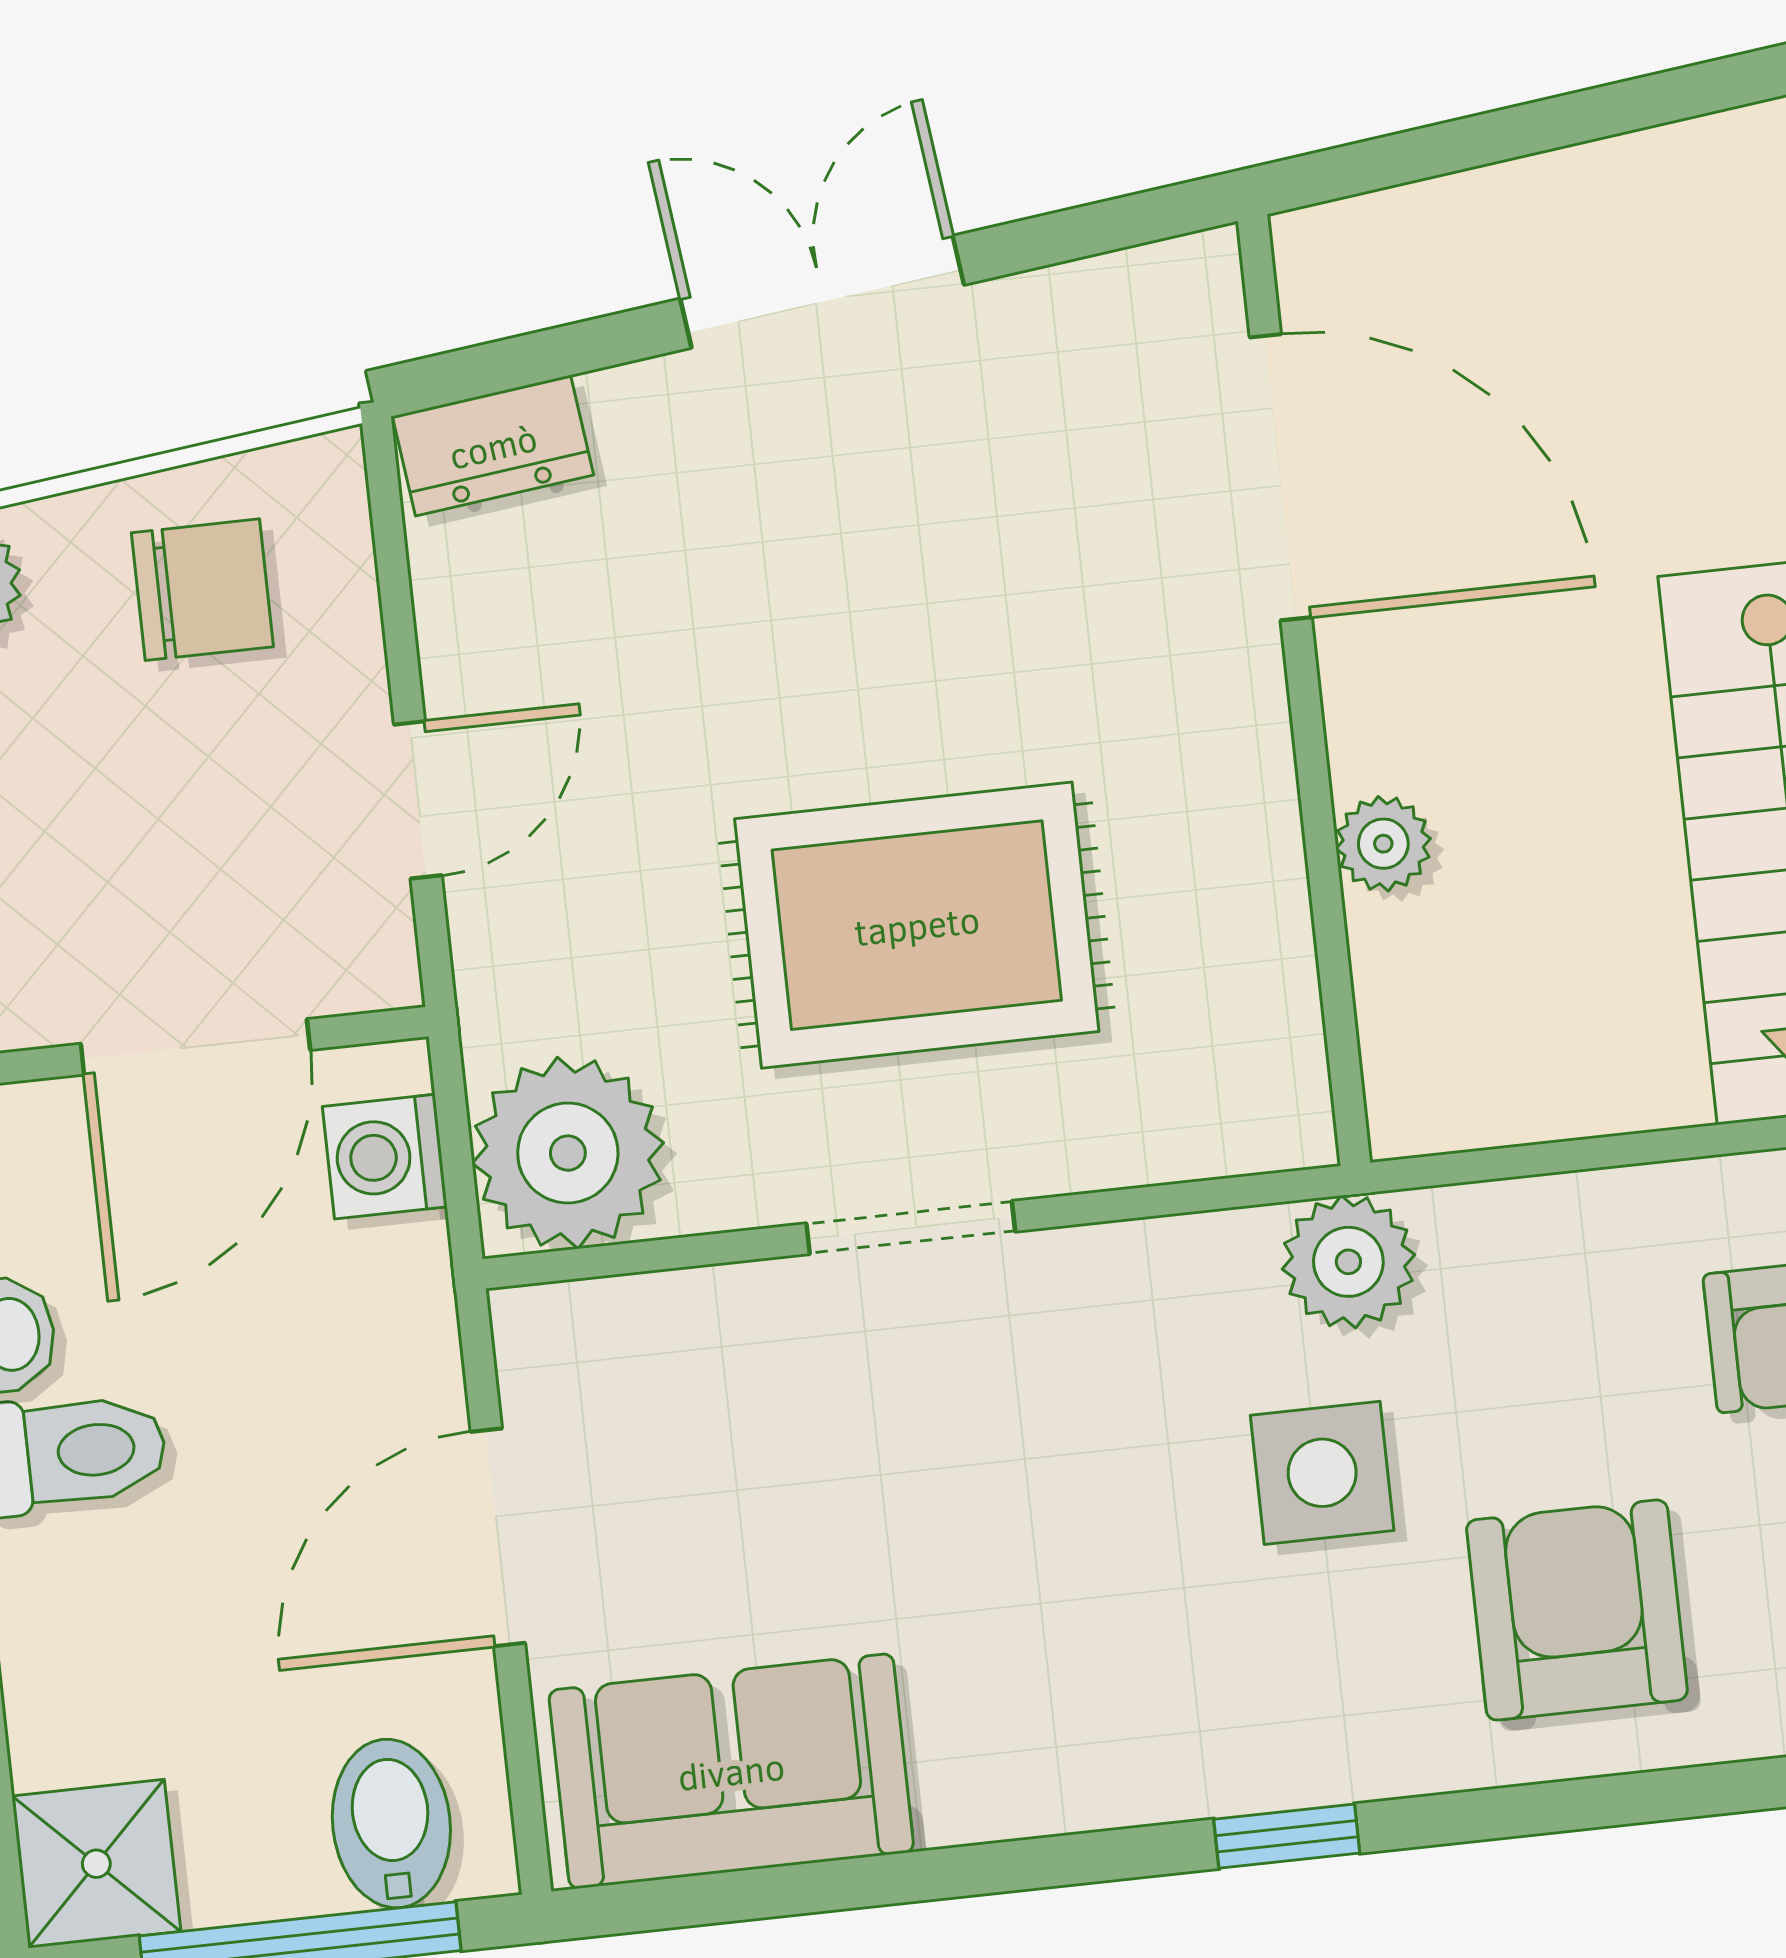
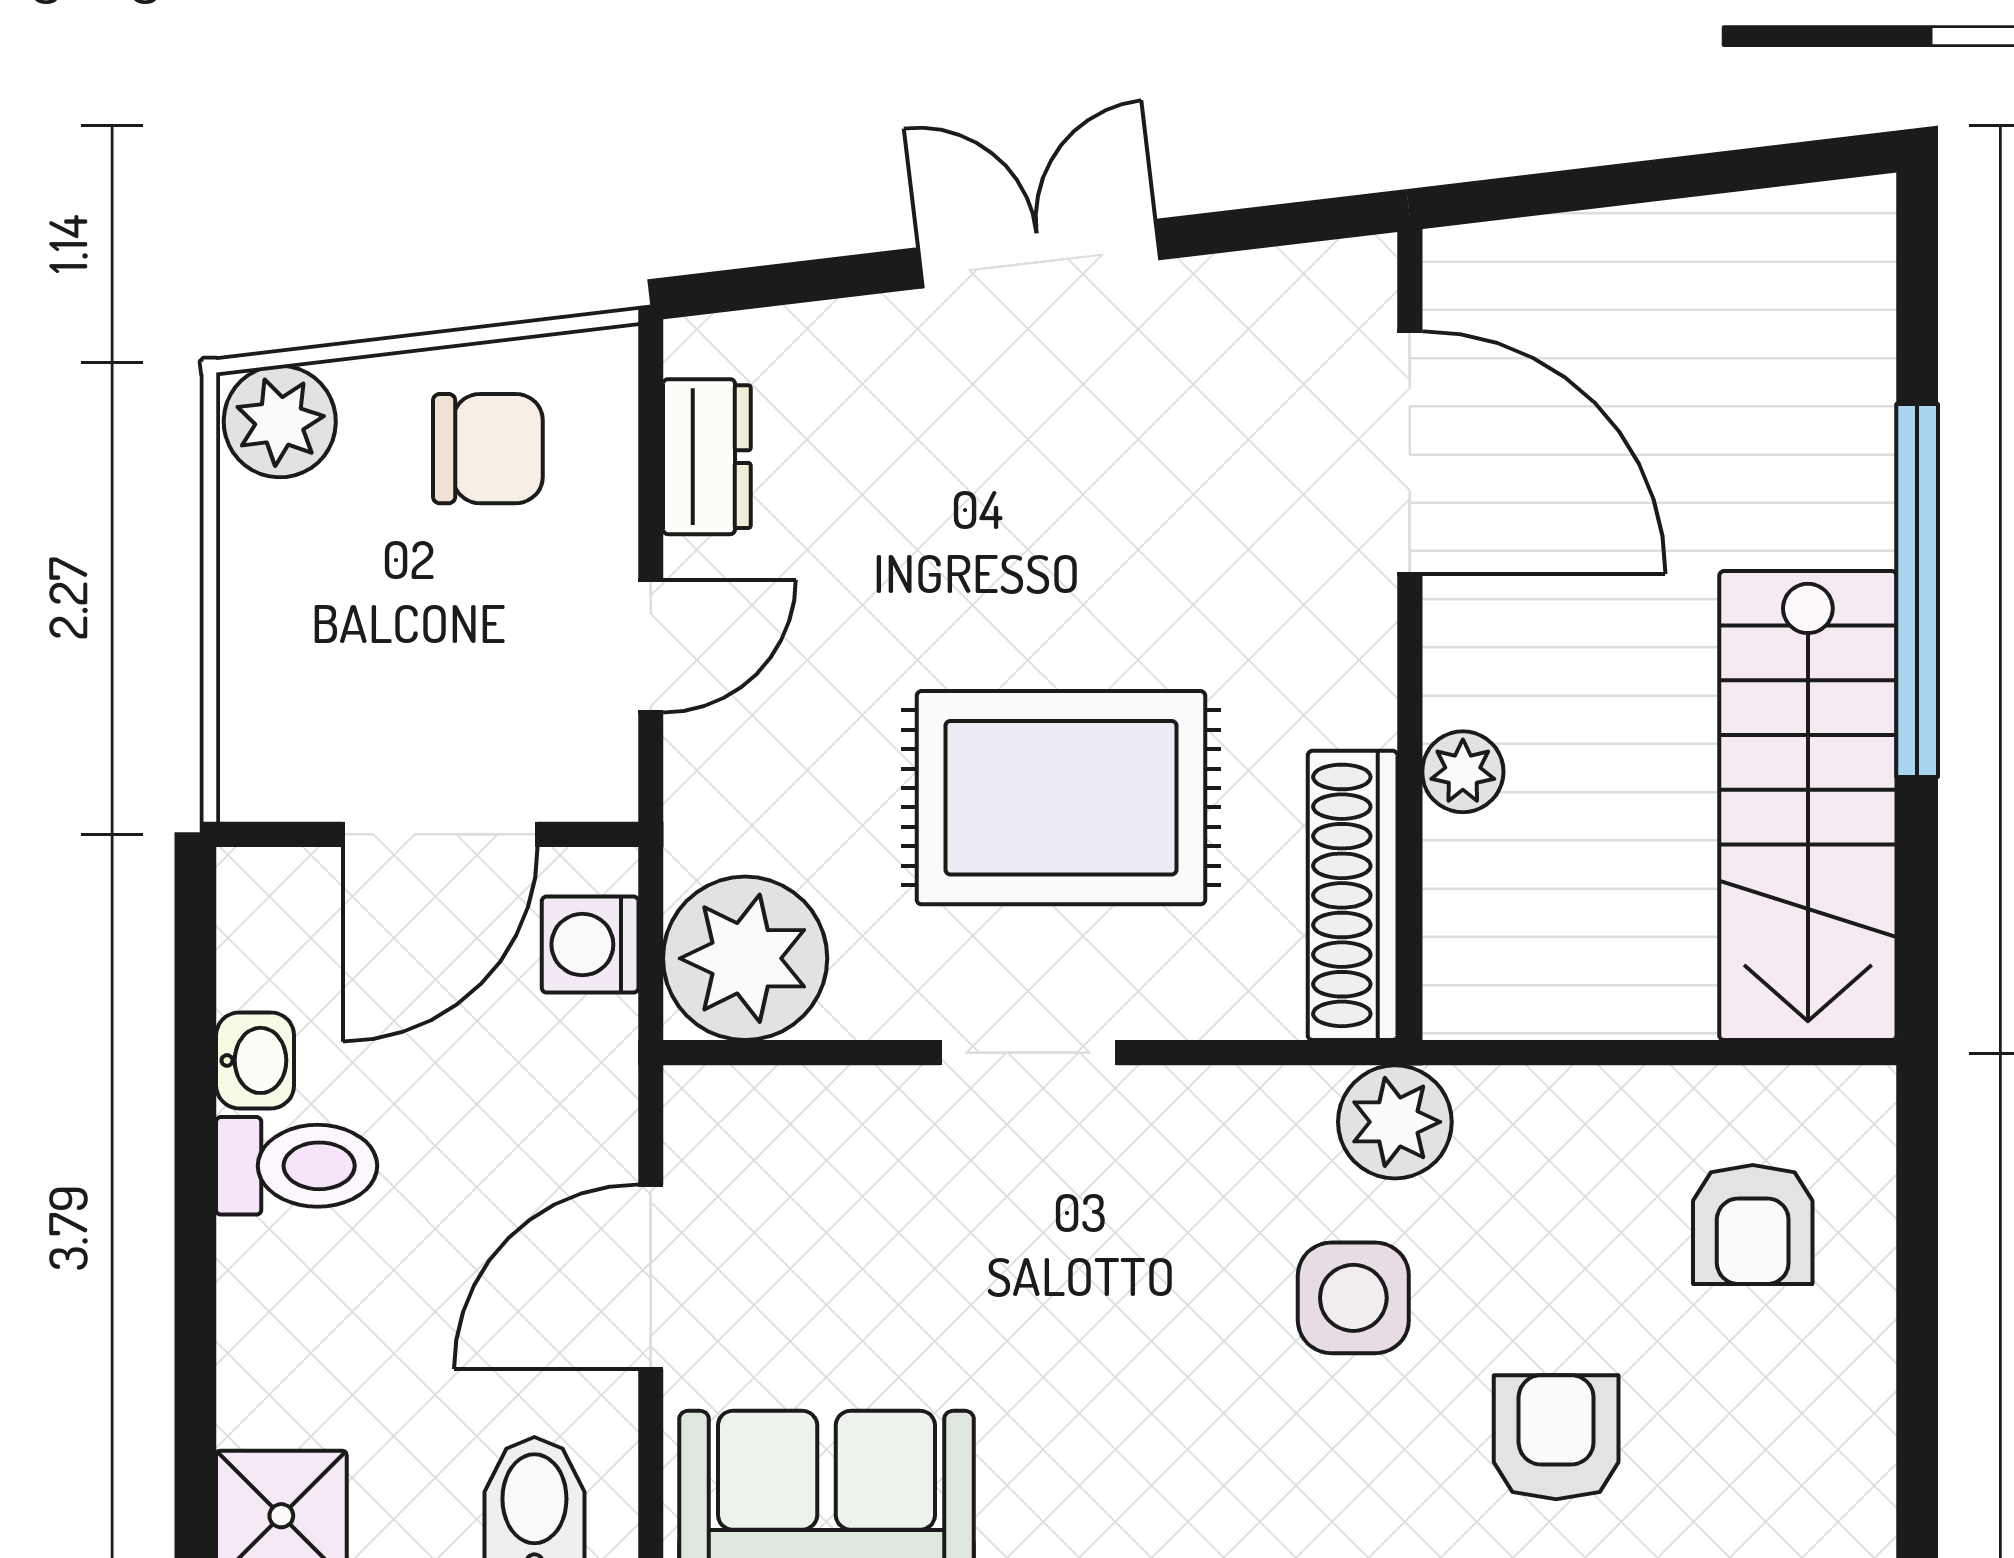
dresser: (493, 446) -> (707, 457), moved, turned -83
shoe rack: (1270, 1002) -> (1353, 895), added
armchair: (1577, 1610) -> (1556, 1437), width x0.72, depth x0.72

